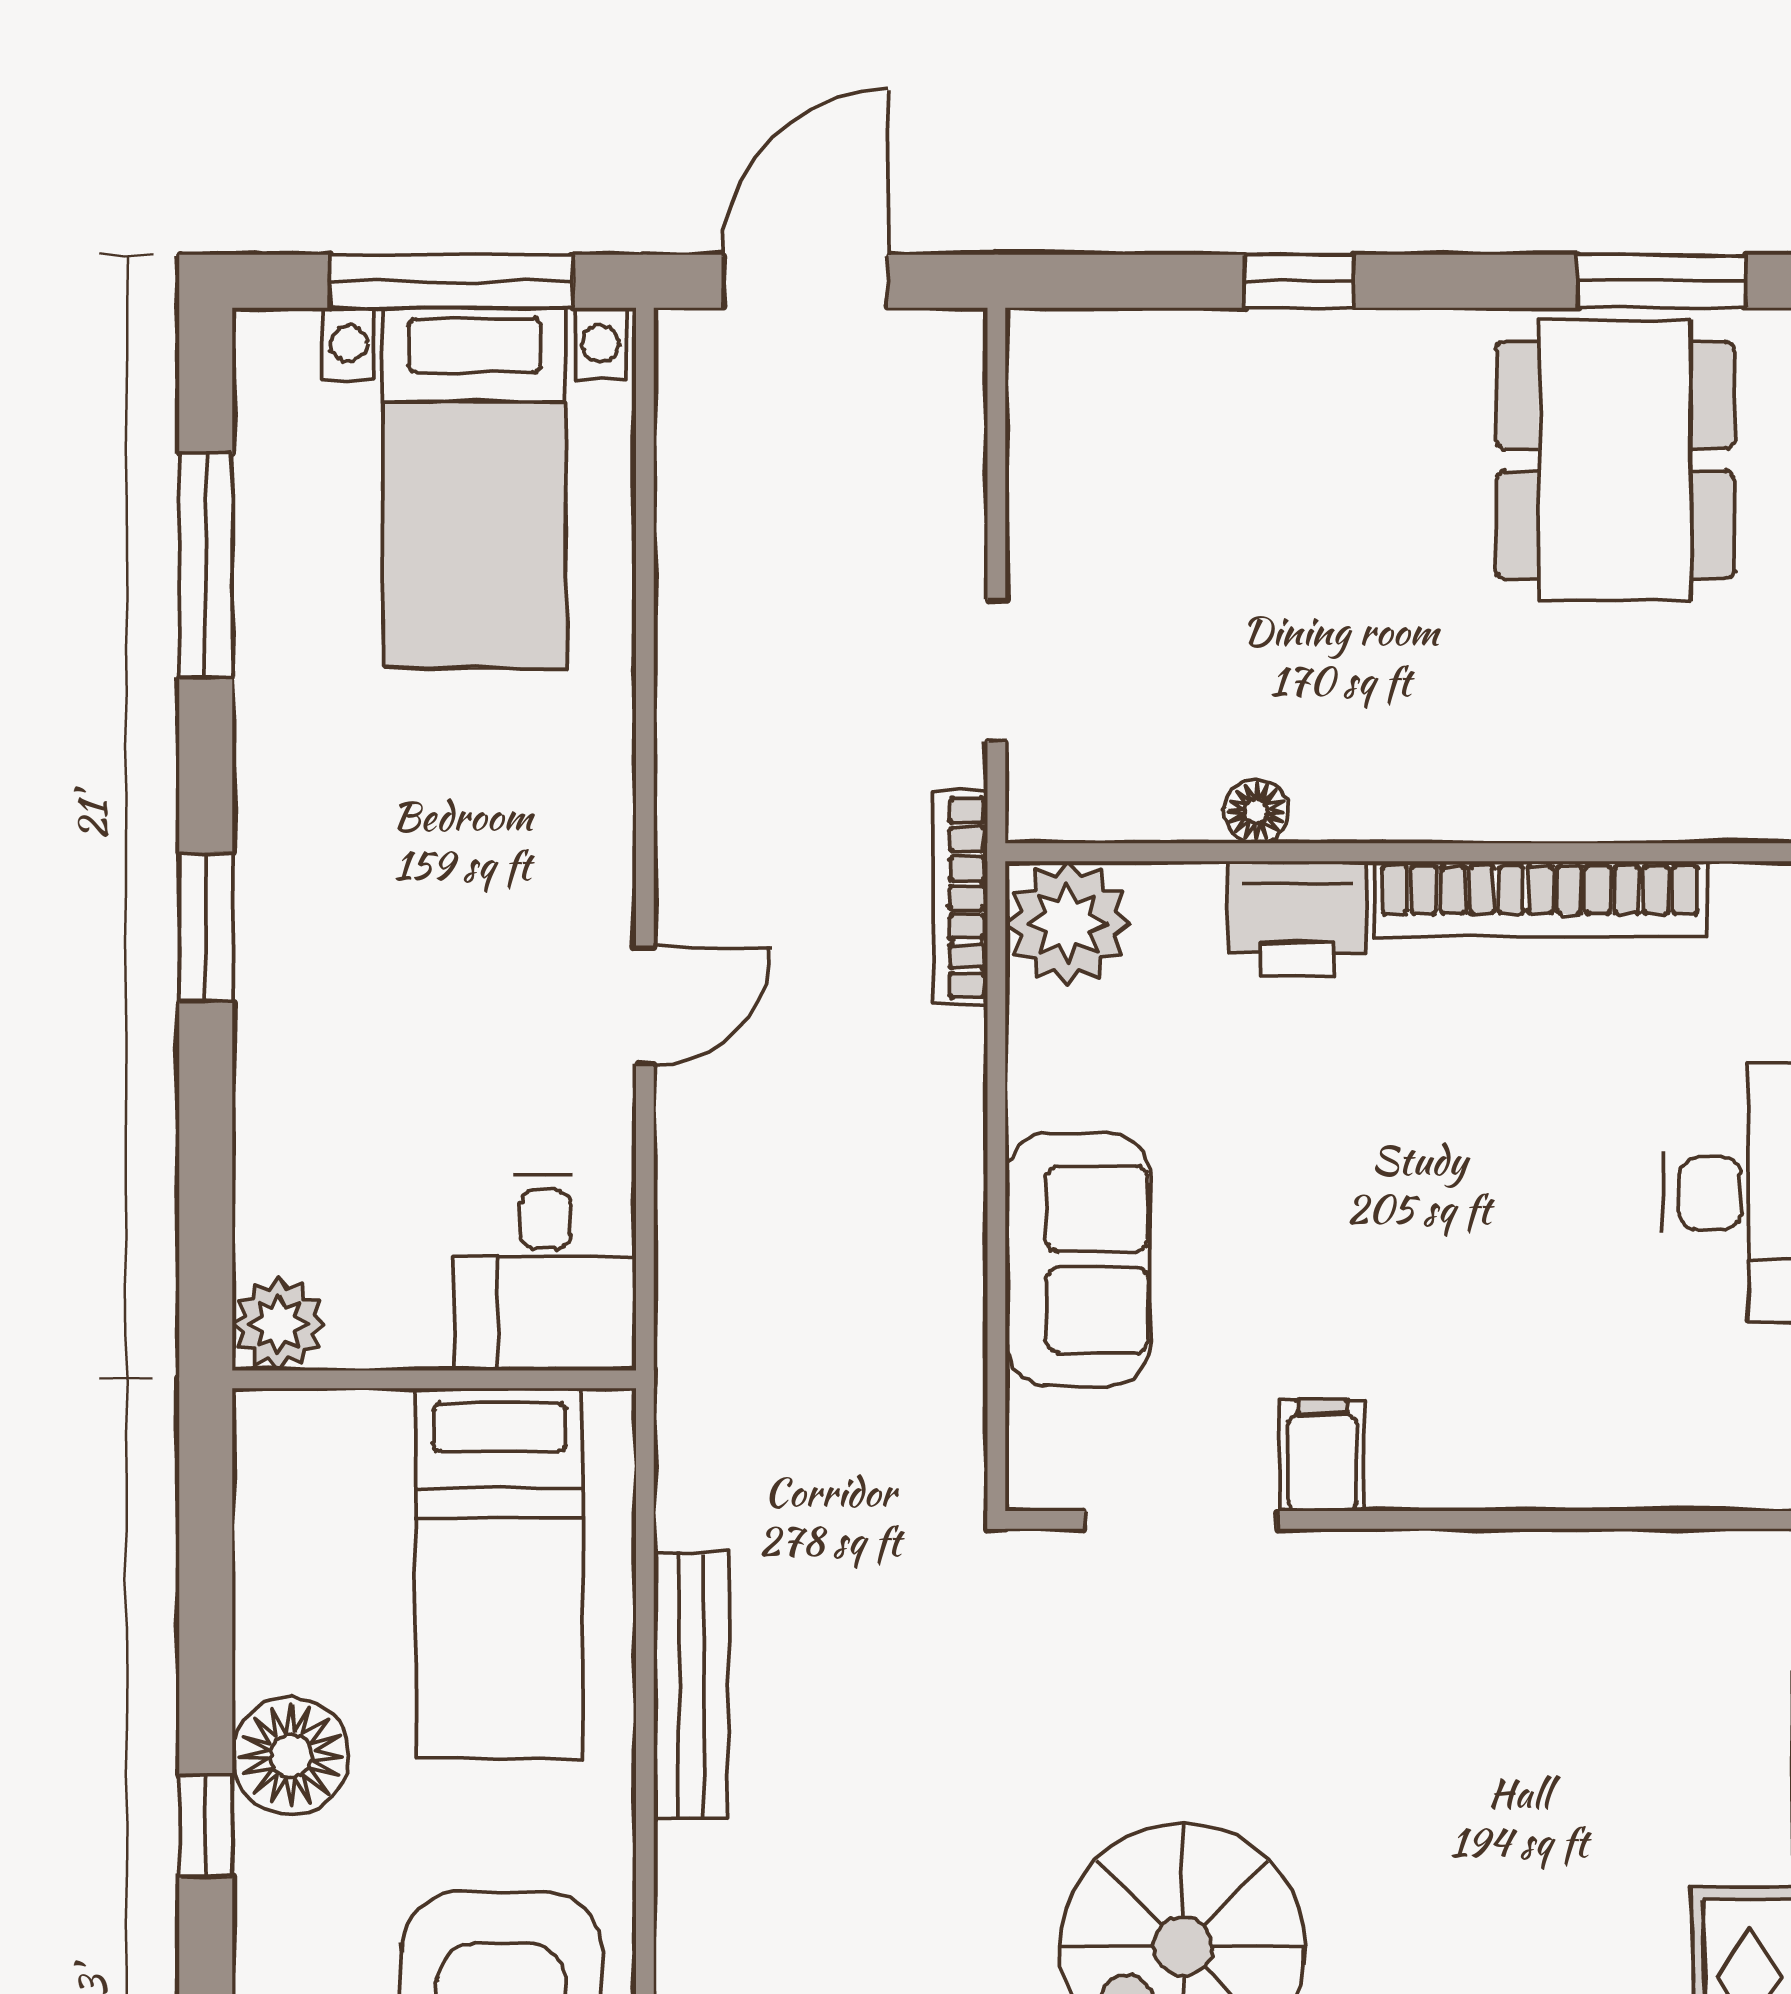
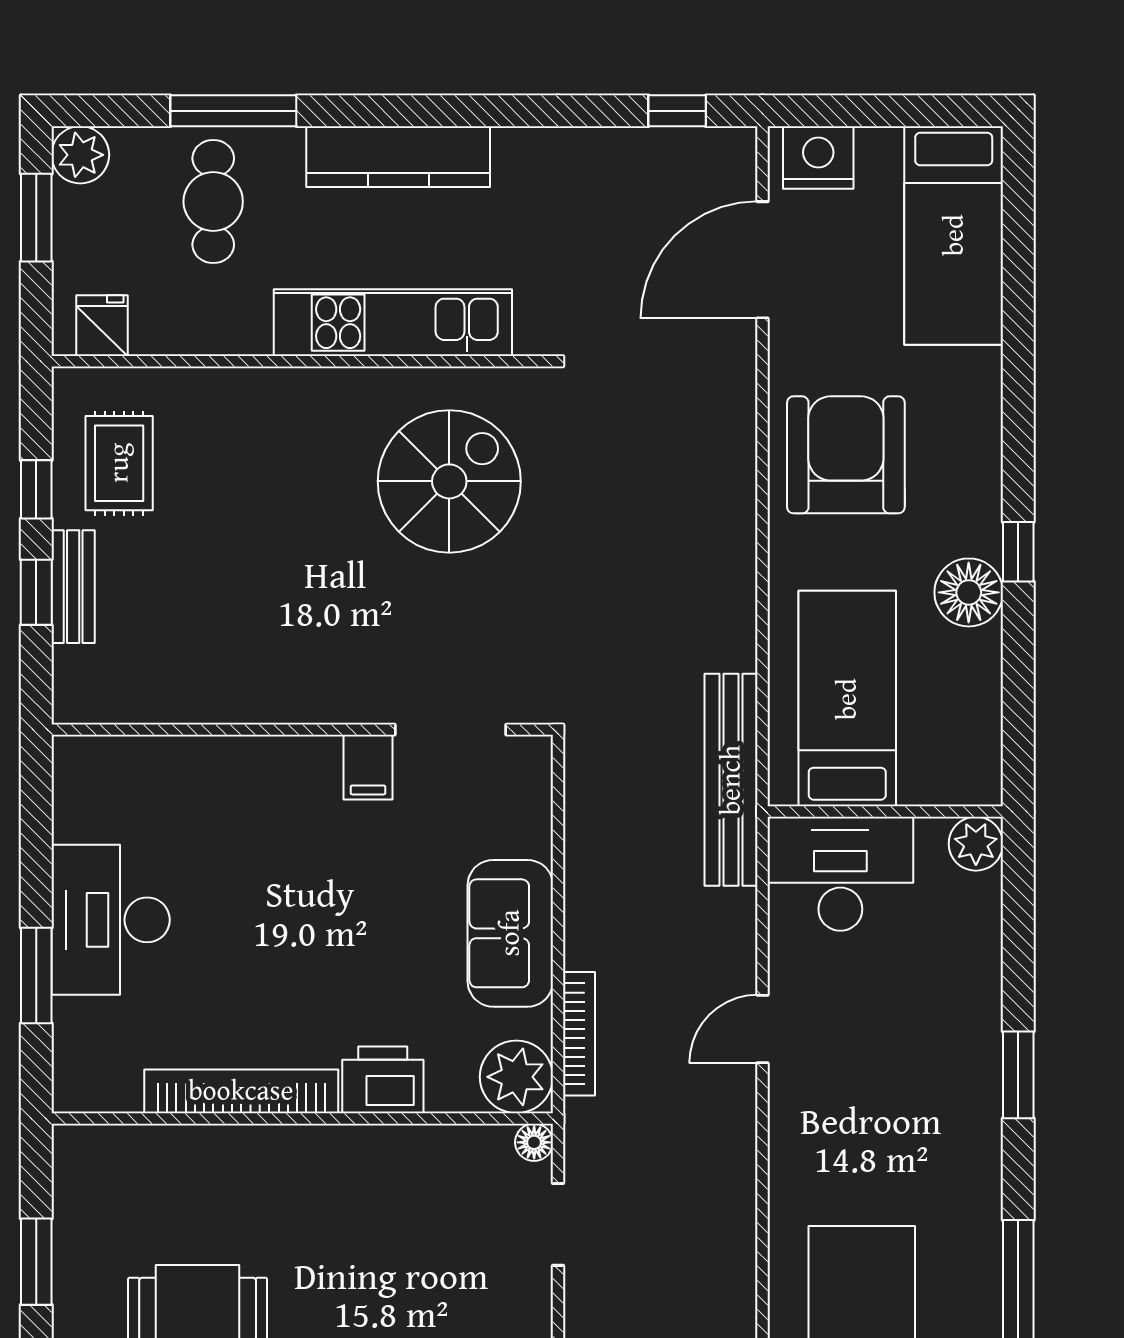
floor lamp: (1256, 811) -> (534, 1142), moved
bookcase: (960, 898) -> (579, 1034), moved
sofa: (1078, 1260) -> (510, 933), moved
desk: (545, 1272) -> (840, 874), width x1.37
bench: (691, 1686) -> (731, 780), moved, width x1.37, depth x1.21

